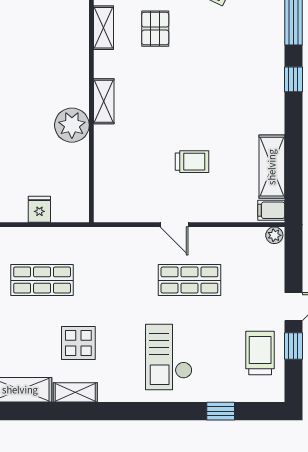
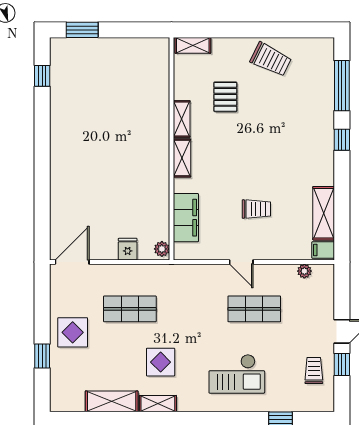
shelving: (103, 28) -> (182, 119), moved
plant: (72, 125) -> (162, 249), moved, width x0.53, depth x0.53
filing cabinet: (108, 172) -> (186, 218), added
plant: (274, 235) -> (304, 271), moved
trolley: (260, 353) -> (314, 370), width x0.73, depth x0.72
checkout: (169, 357) -> (237, 374), turned -90

